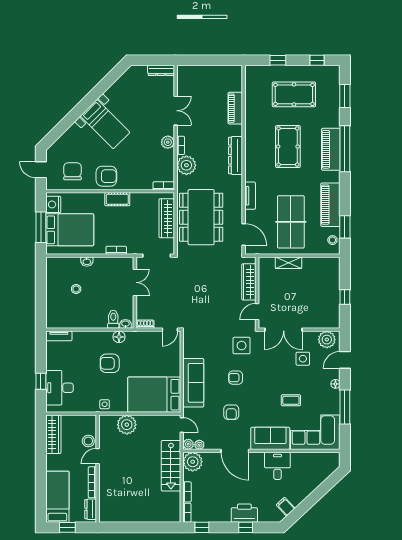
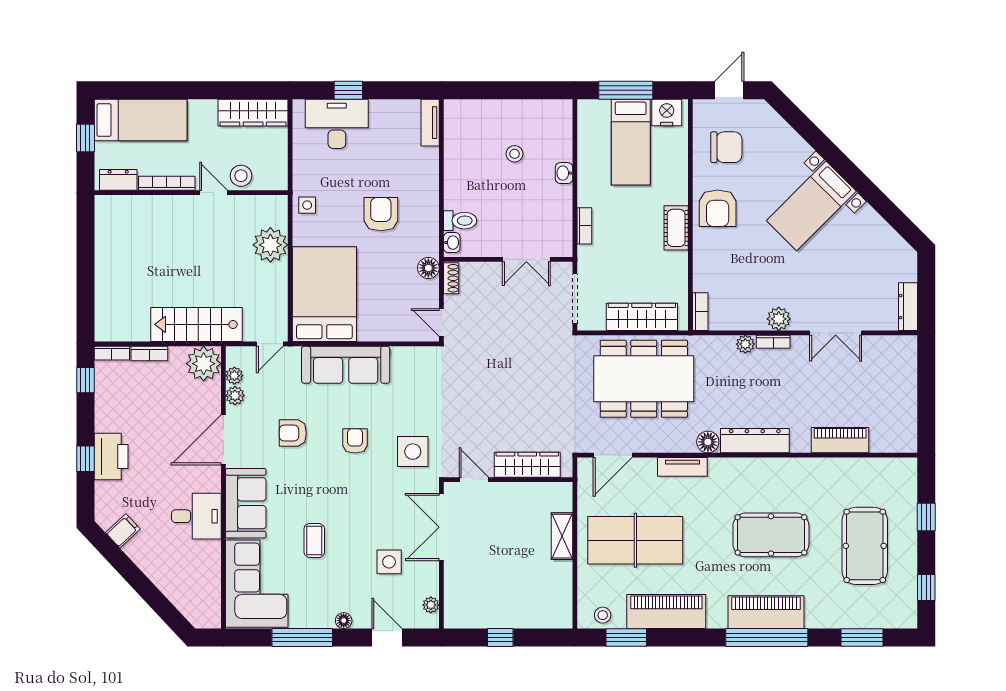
plant: (186, 165) -> (745, 344), width x0.53, depth x0.53
floor lamp: (236, 182) -> (708, 442), added
bed: (70, 230) -> (631, 142), width x0.67
floor lamp: (119, 337) -> (428, 268), moved
plant: (327, 340) -> (431, 605), width x0.53, depth x0.53
plant: (188, 444) -> (235, 396), moved

